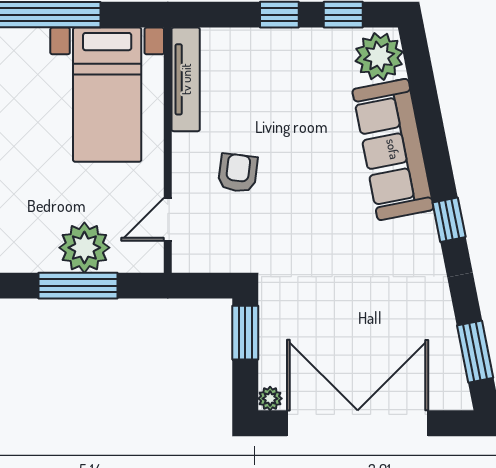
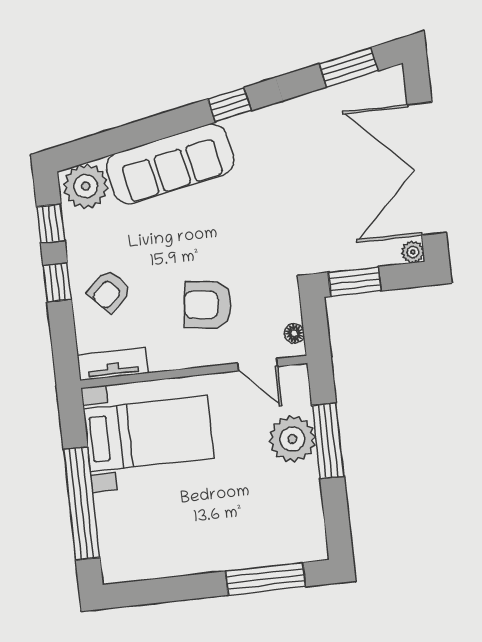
armchair: (264, 70) -> (109, 291), added
tv unit: (186, 79) -> (113, 364), width x0.71
armchair: (238, 173) -> (208, 305), width x1.38, depth x1.38
floor lamp: (197, 262) -> (294, 333), added

